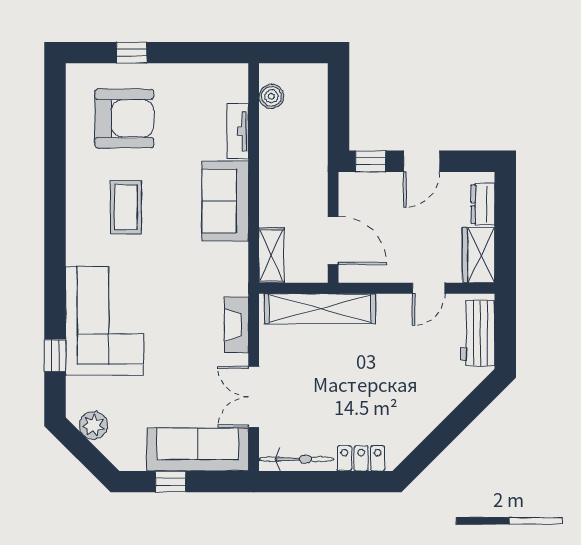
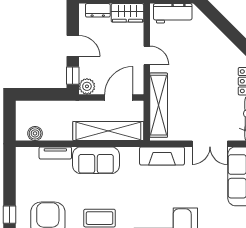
plant: (352, 186) -> (87, 86), added
shelving: (271, 255) -> (108, 131), width x2.20, depth x1.33
door: (429, 288) -> (147, 55), moved
fireplace: (236, 325) -> (162, 156), width x1.37, depth x1.32

